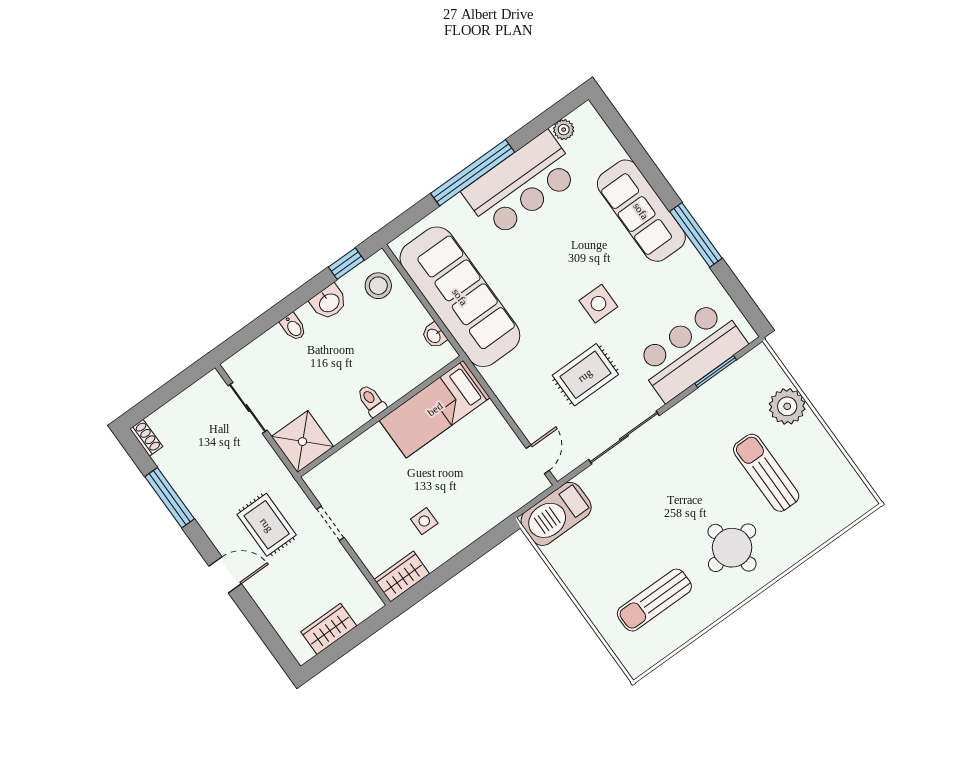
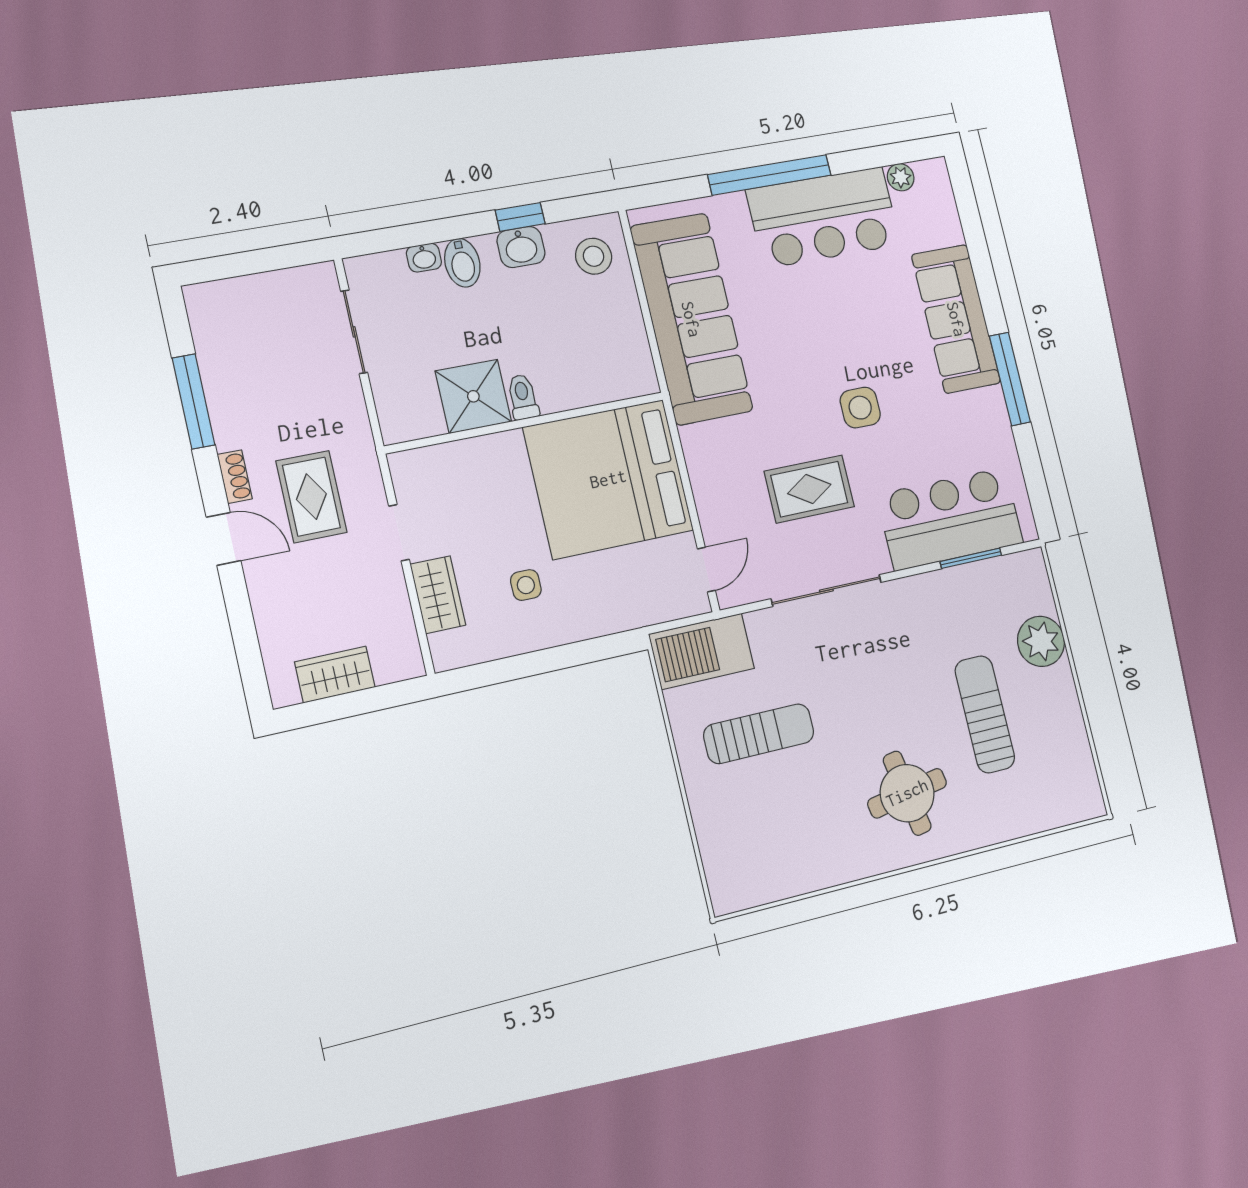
window: (346, 264) -> (520, 217), moved
bidet: (293, 327) -> (462, 263), width x1.38, depth x1.36
washbasin: (434, 336) -> (424, 258), moved, turned -90
bed: (435, 409) -> (608, 479), width x2.04
shoe rack: (146, 438) -> (235, 477), moved
shower: (302, 442) -> (473, 396), moved
wardrobe: (402, 577) -> (438, 595), moved, turned 90
sun lounger: (654, 600) -> (759, 734), moved, turned 180

